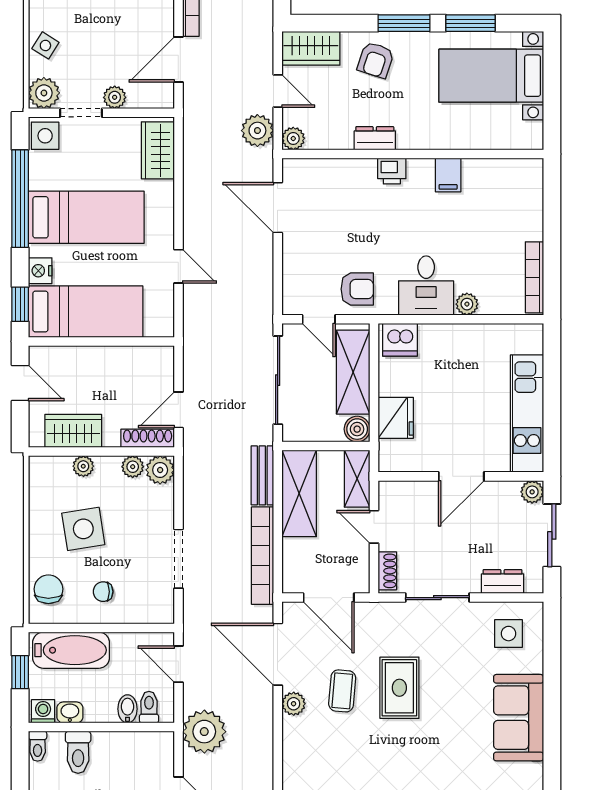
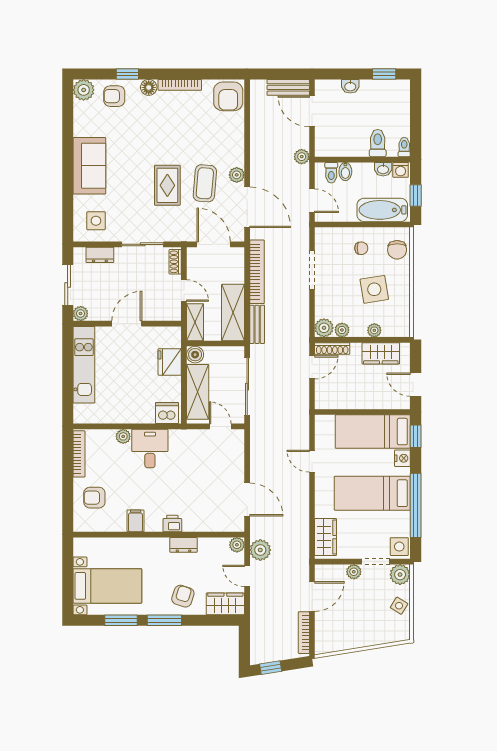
armchair: (357, 289) -> (94, 498), moved
coffee table: (342, 691) -> (205, 183), width x1.36, depth x1.30
plant: (204, 732) -> (302, 157), width x0.53, depth x0.53

